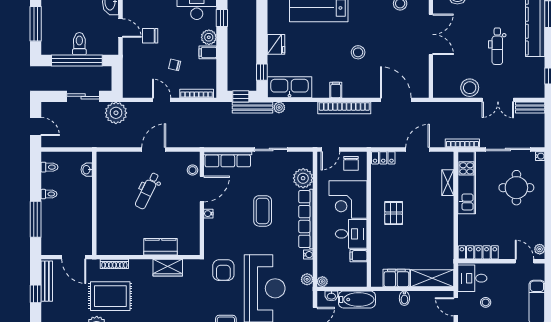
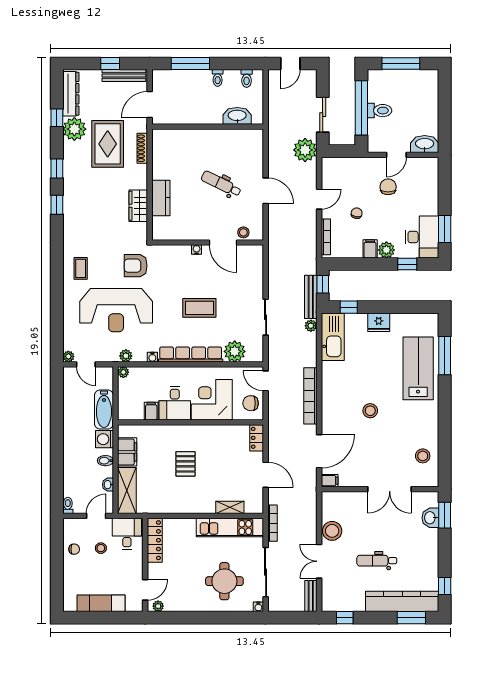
filing cabinet: (336, 90) -> (330, 481), moved
row of seats: (228, 159) -> (255, 270), removed
washbasin: (87, 170) -> (237, 116), width x1.91, depth x1.45
pallet: (394, 213) -> (185, 464), moved, turned 90
washbasin: (331, 296) -> (108, 485), moved
washing machine: (385, 299) -> (104, 439), added

